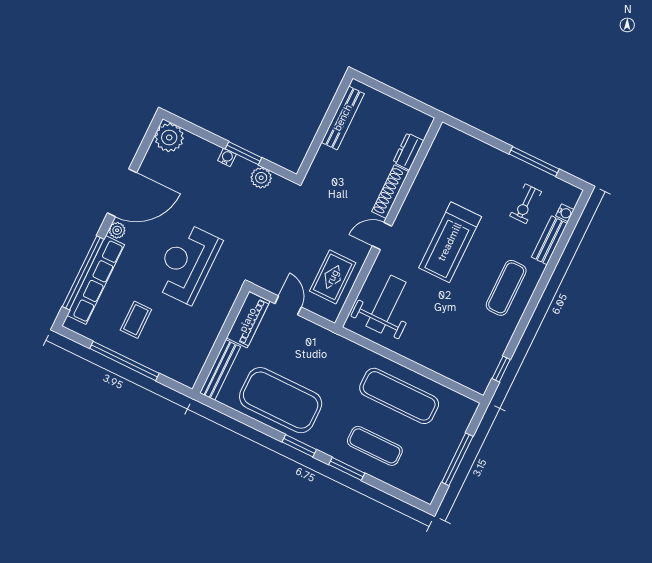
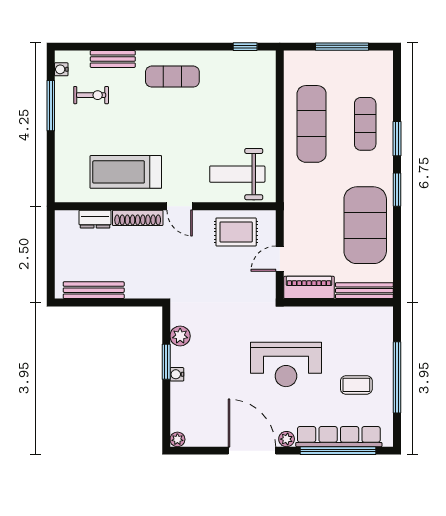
plant: (169, 137) -> (177, 439), width x0.53, depth x0.53
water cooler: (565, 213) -> (61, 69), moved, turned -90
treadmill: (450, 242) -> (126, 172), moved, turned 180

